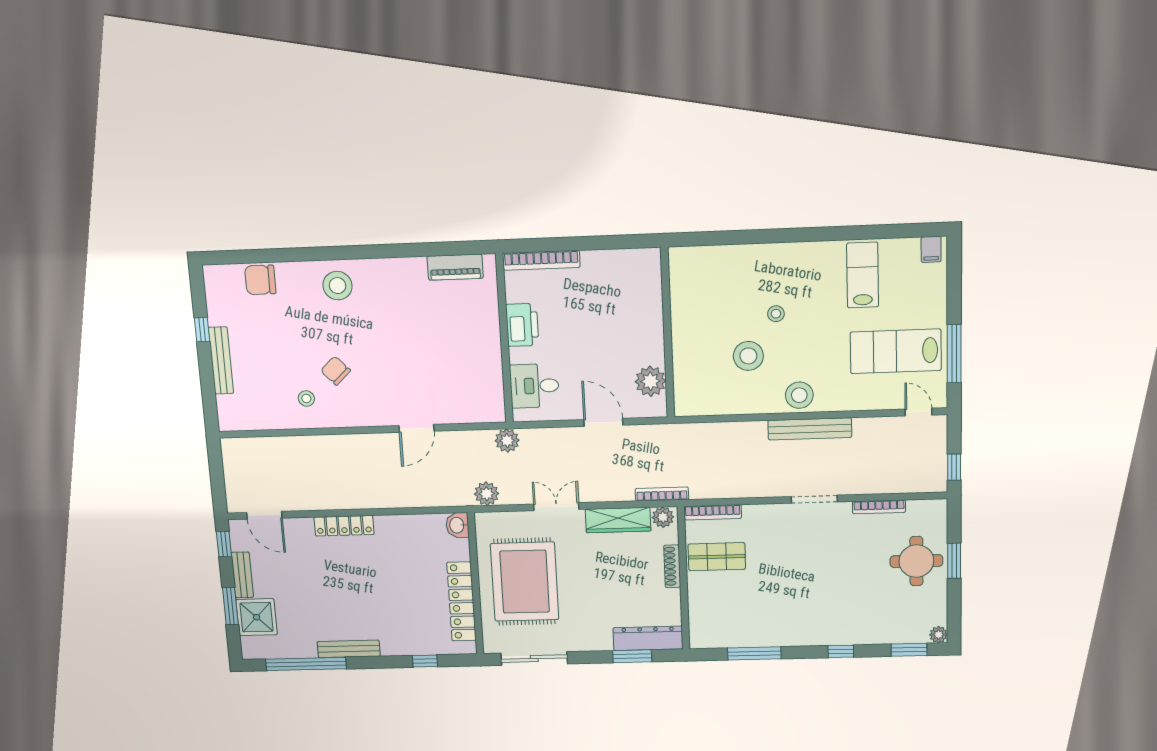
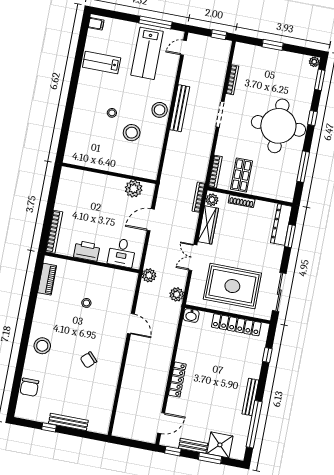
stool: (306, 398) -> (86, 303), moved
round table: (916, 561) -> (278, 126), moved, width x1.86, depth x1.86

